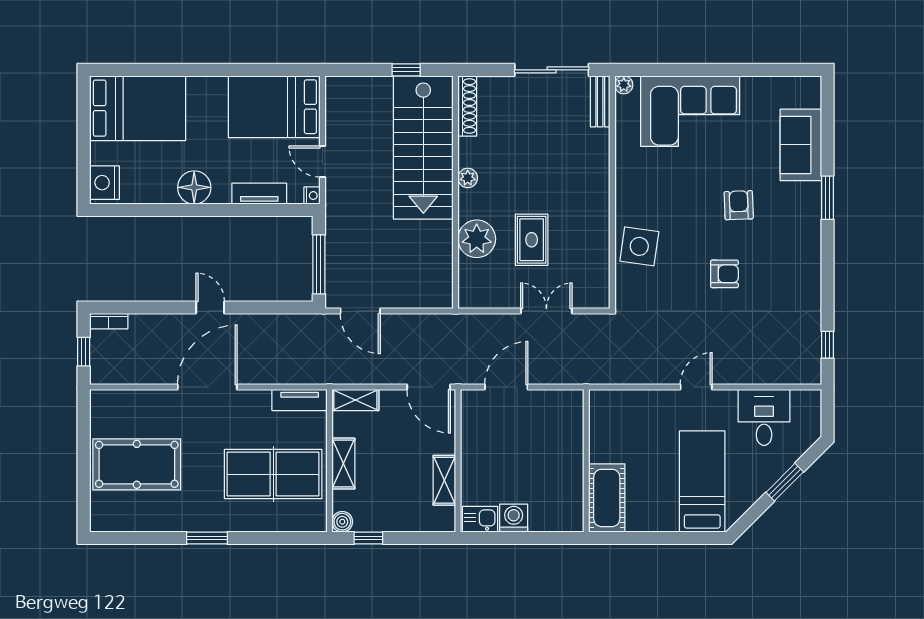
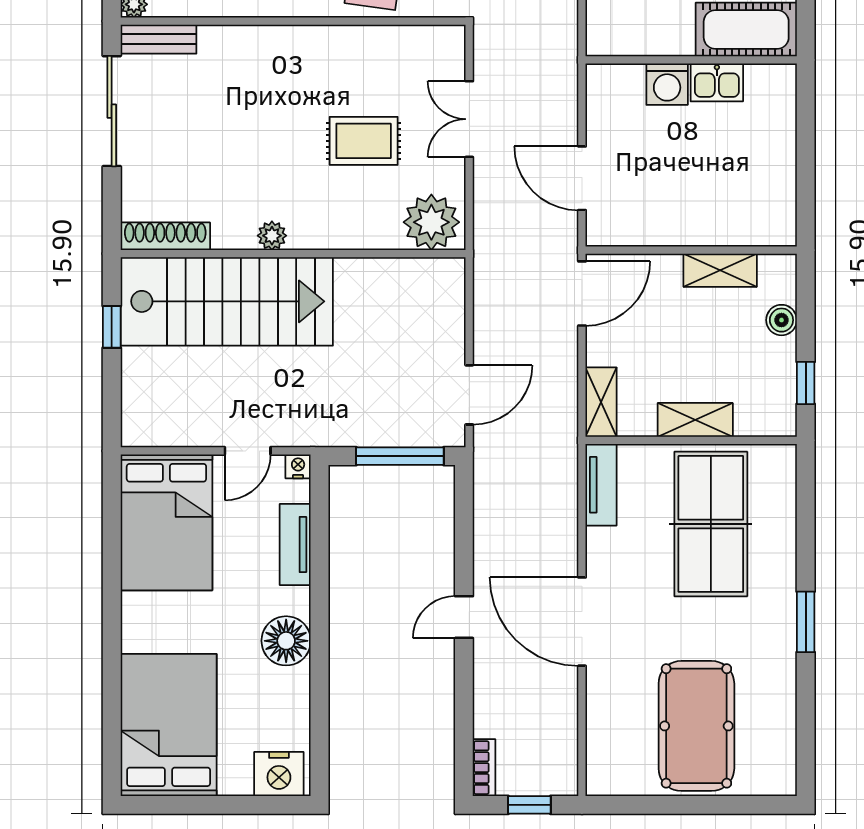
plant: (477, 239) -> (431, 222), moved
washing machine: (514, 518) -> (667, 84), moved, turned -90
kitchen sink: (480, 519) -> (717, 82), moved, turned -90
boiler: (342, 522) -> (781, 320), moved

